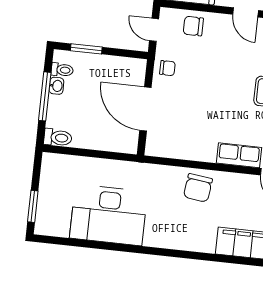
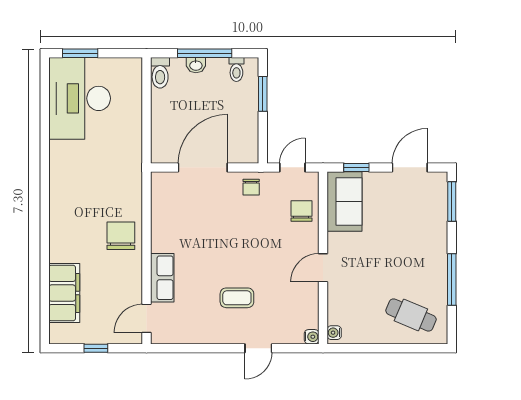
washbasin: (56, 86) -> (196, 65), moved
chair: (198, 188) -> (121, 236), turned 83
desk: (108, 215) -> (80, 98), moved

